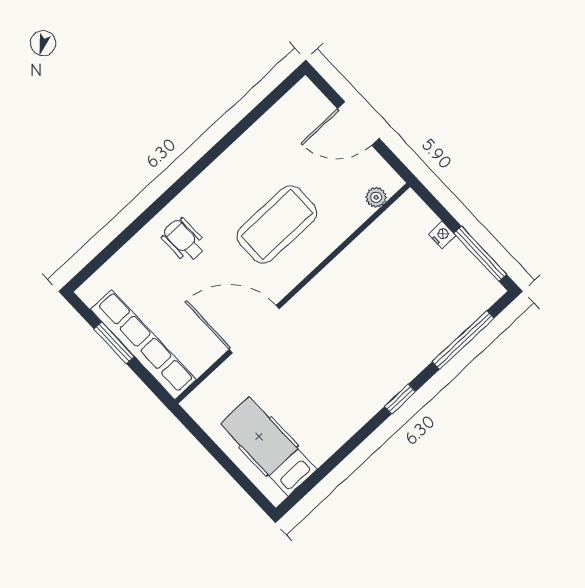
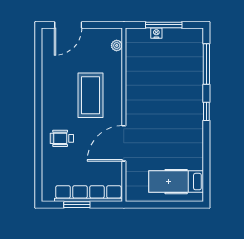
door: (358, 124) -> (68, 25), moved
window: (480, 254) -> (164, 25), moved

